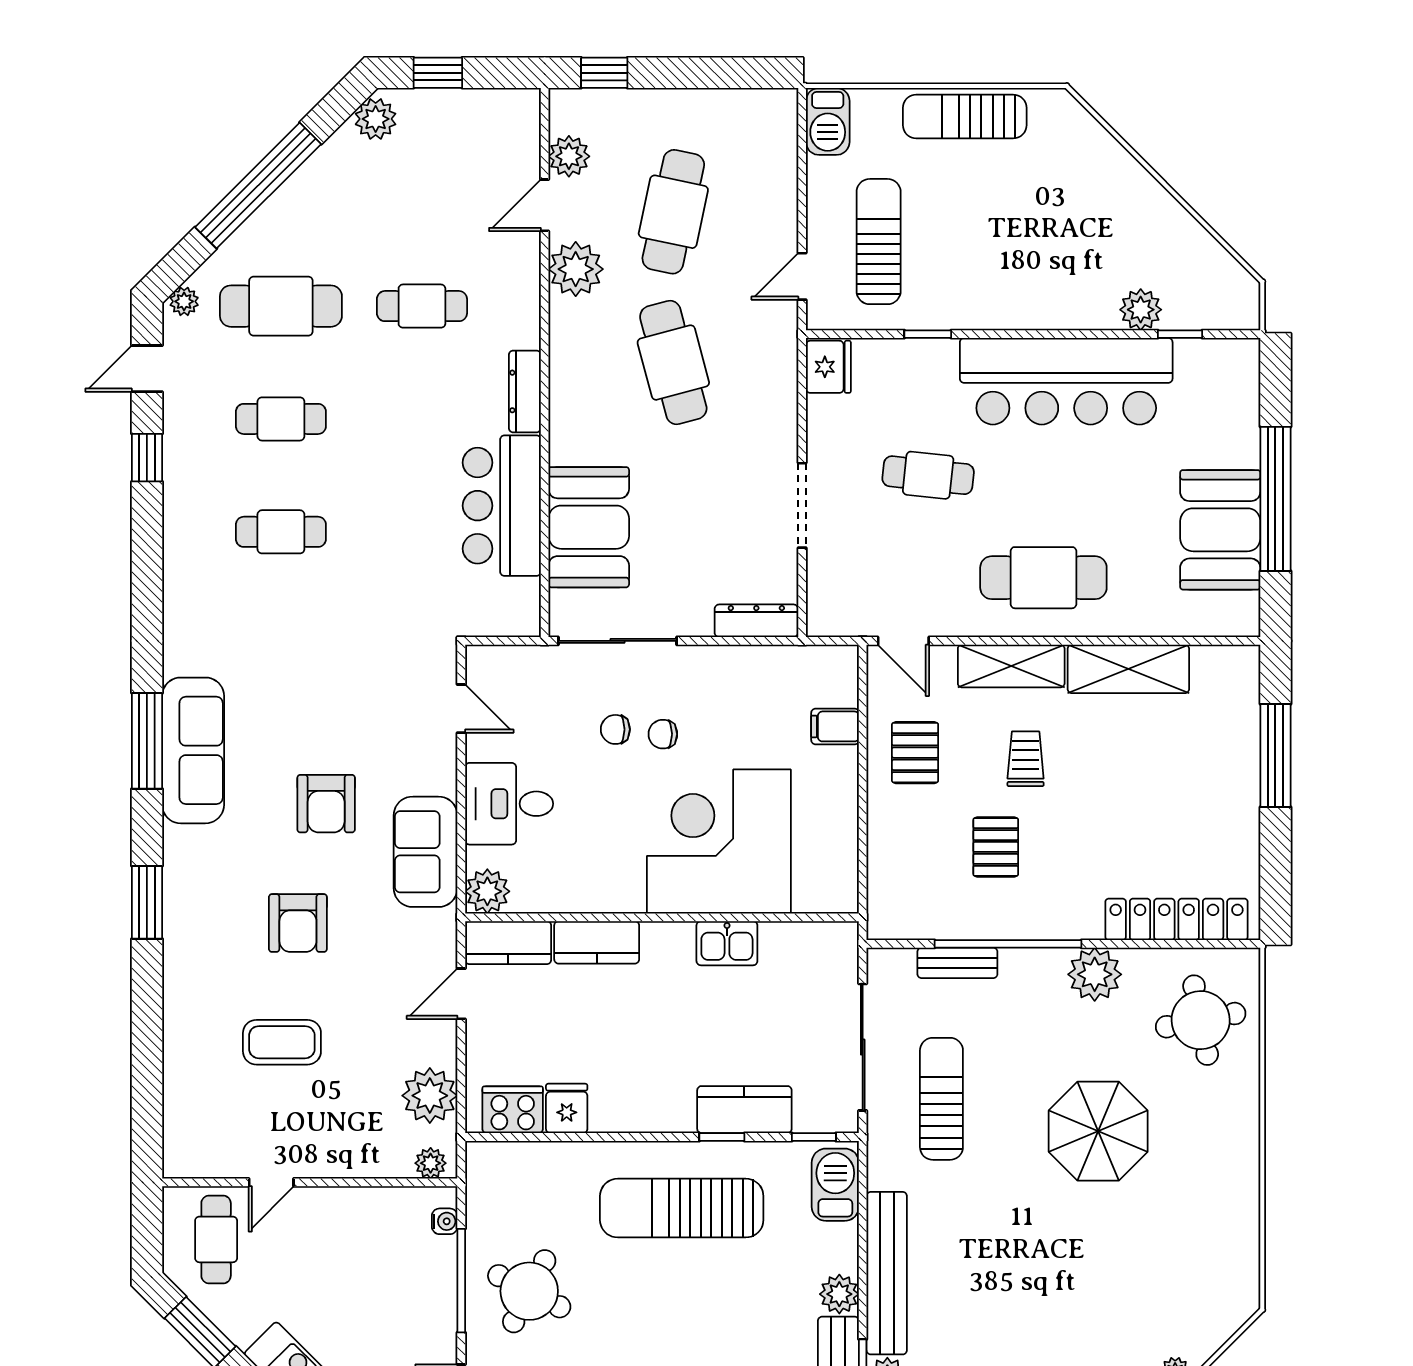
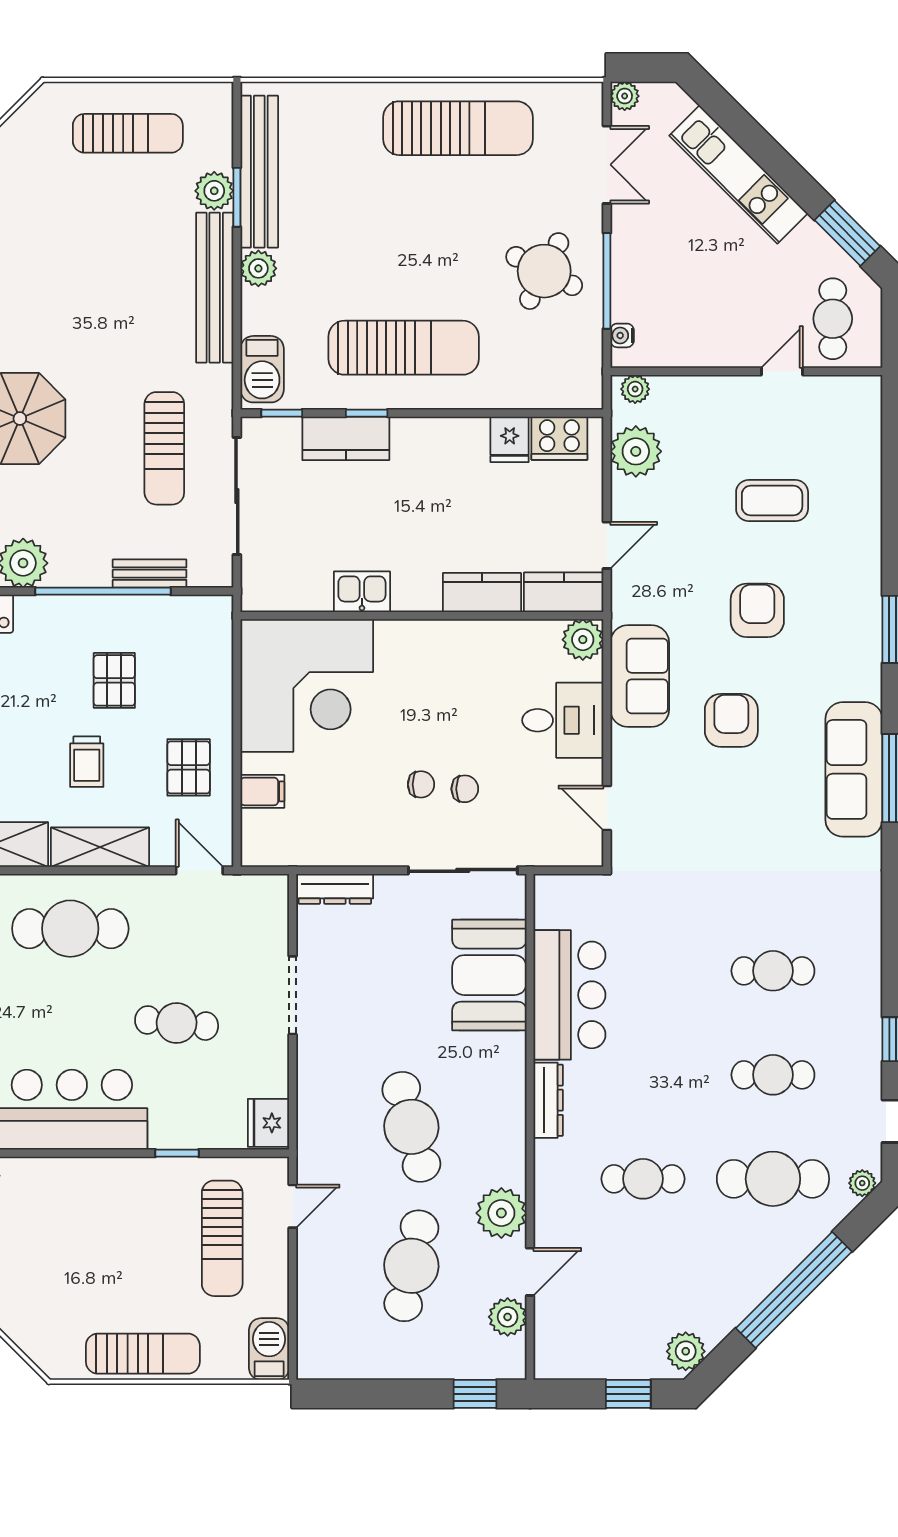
corner desk: (719, 842) -> (307, 685), moved

